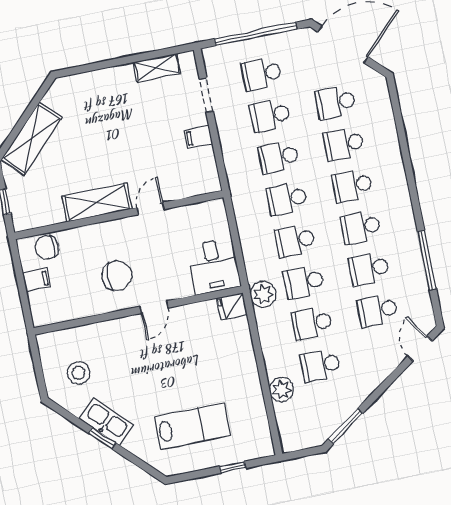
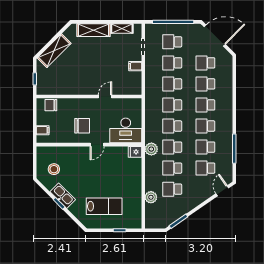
shelving: (97, 203) -> (93, 30), moved
desk: (214, 266) -> (126, 130), width x1.37
filing cabinet: (37, 280) -> (43, 130), moved

